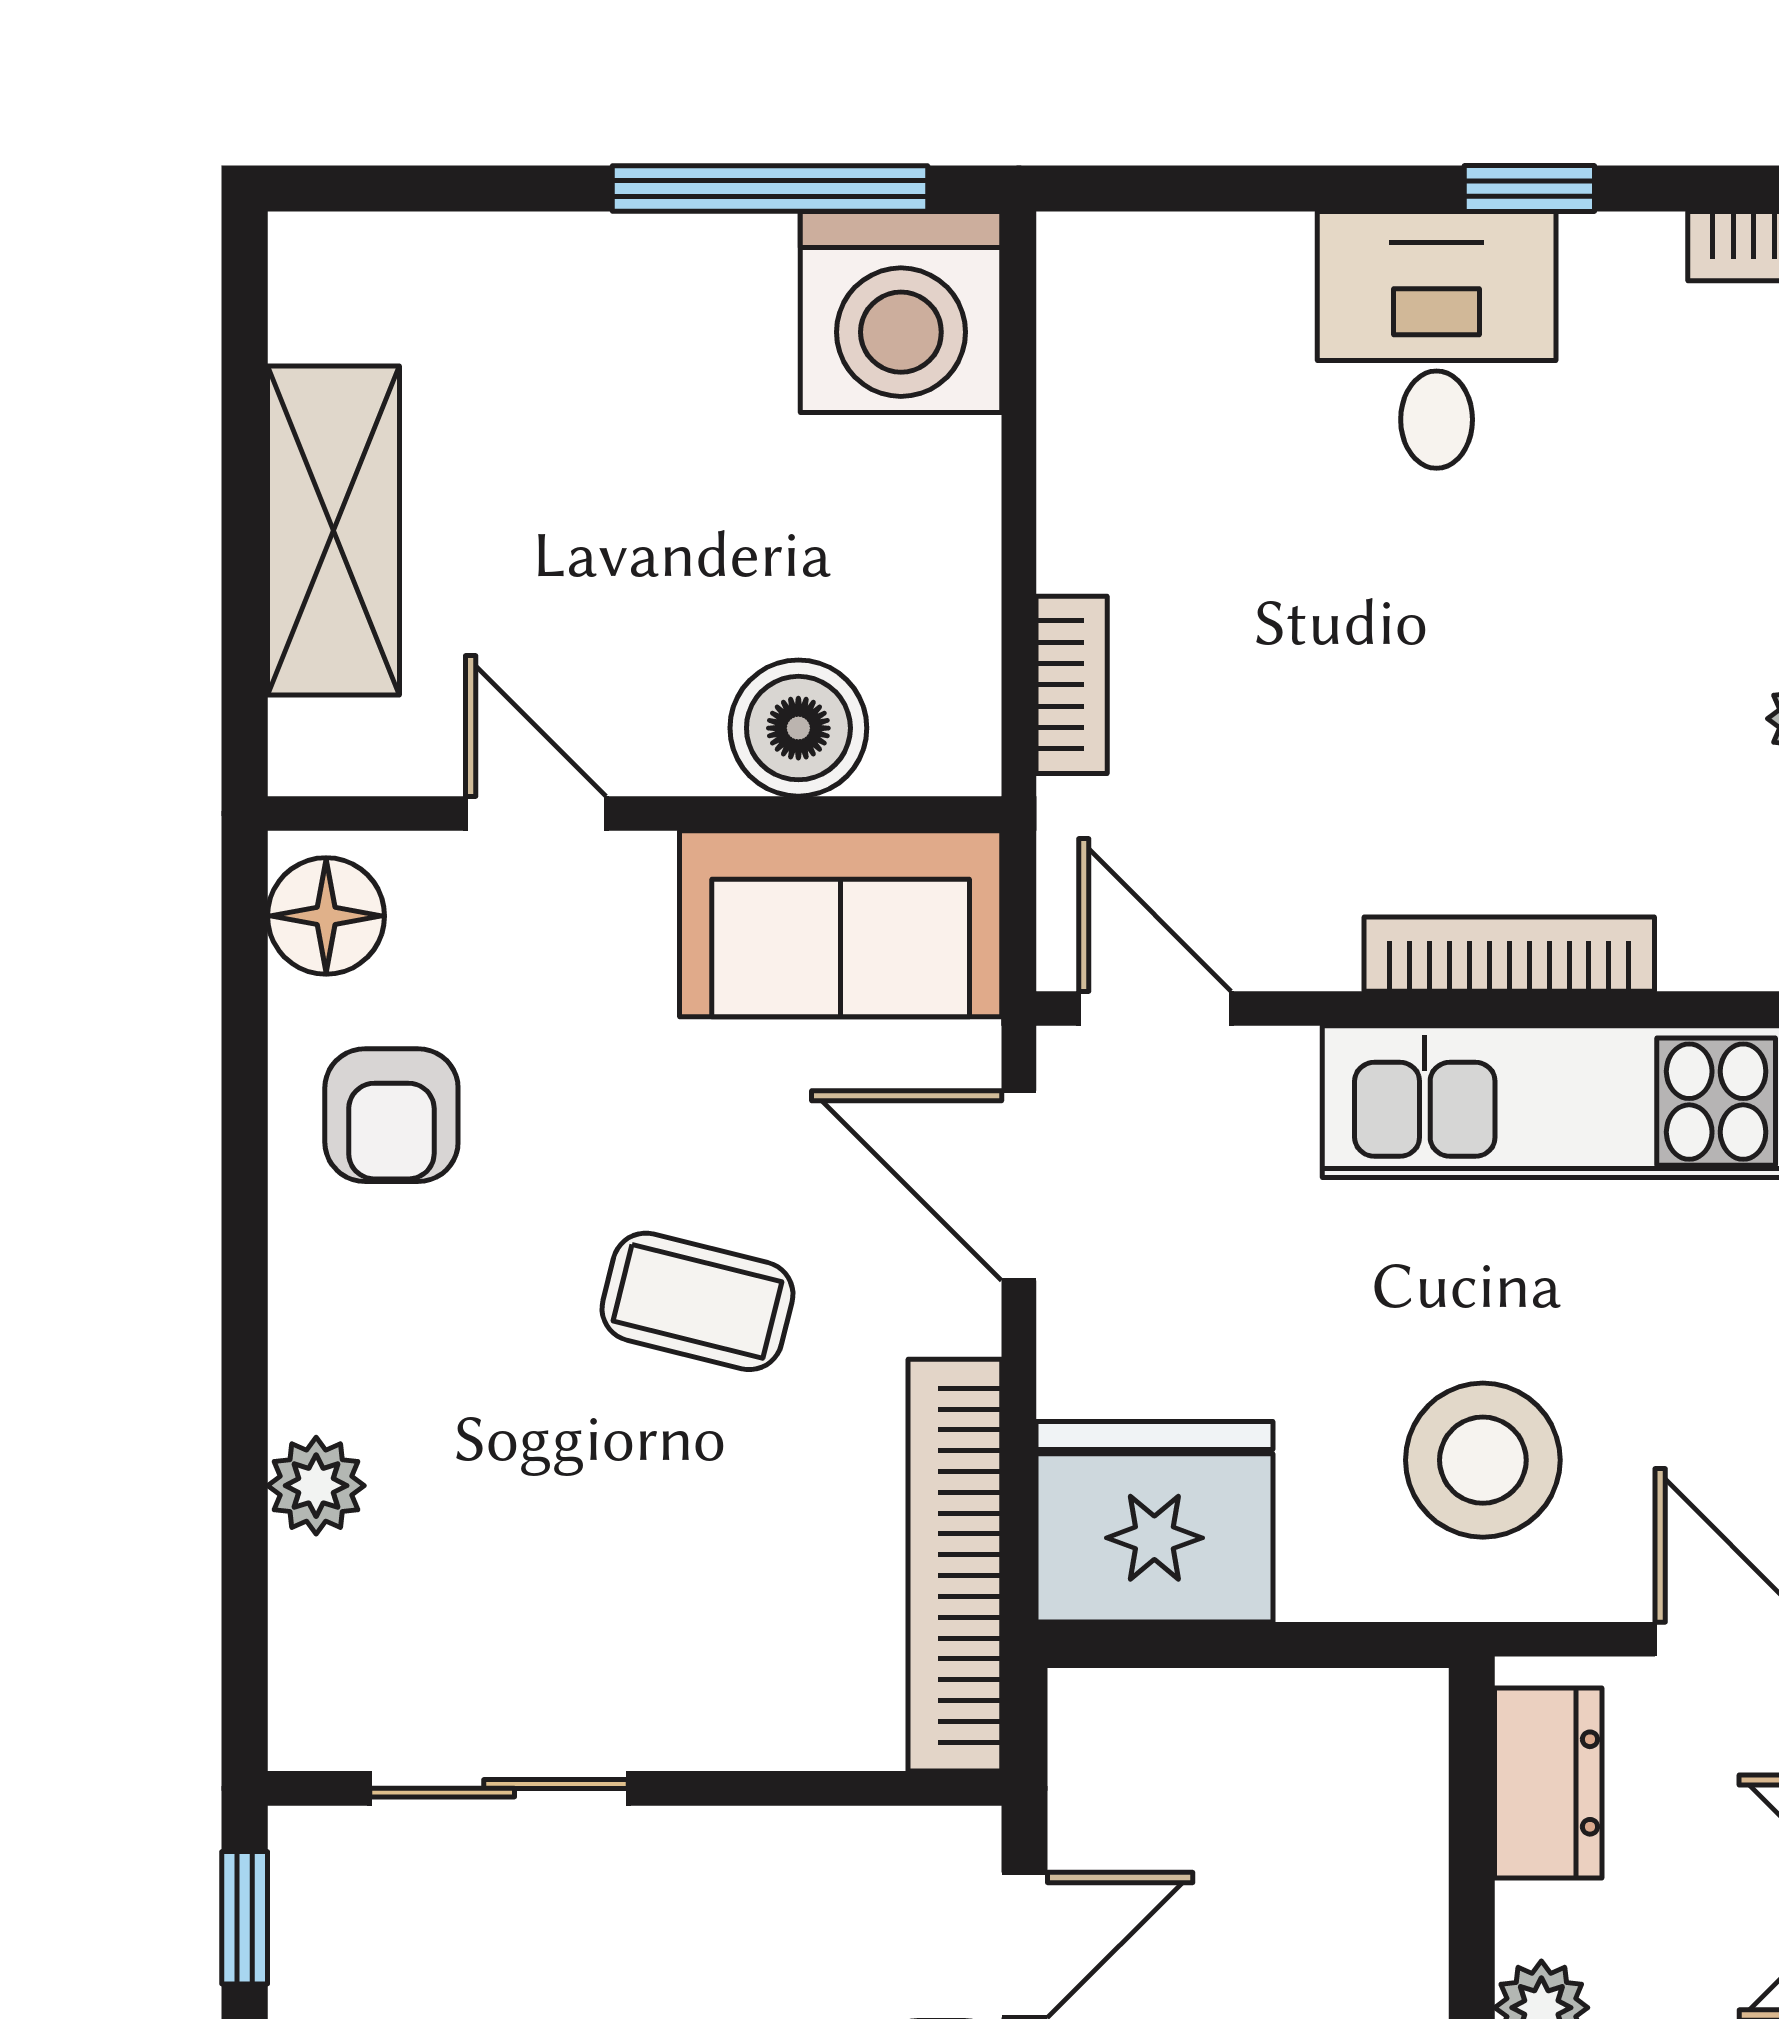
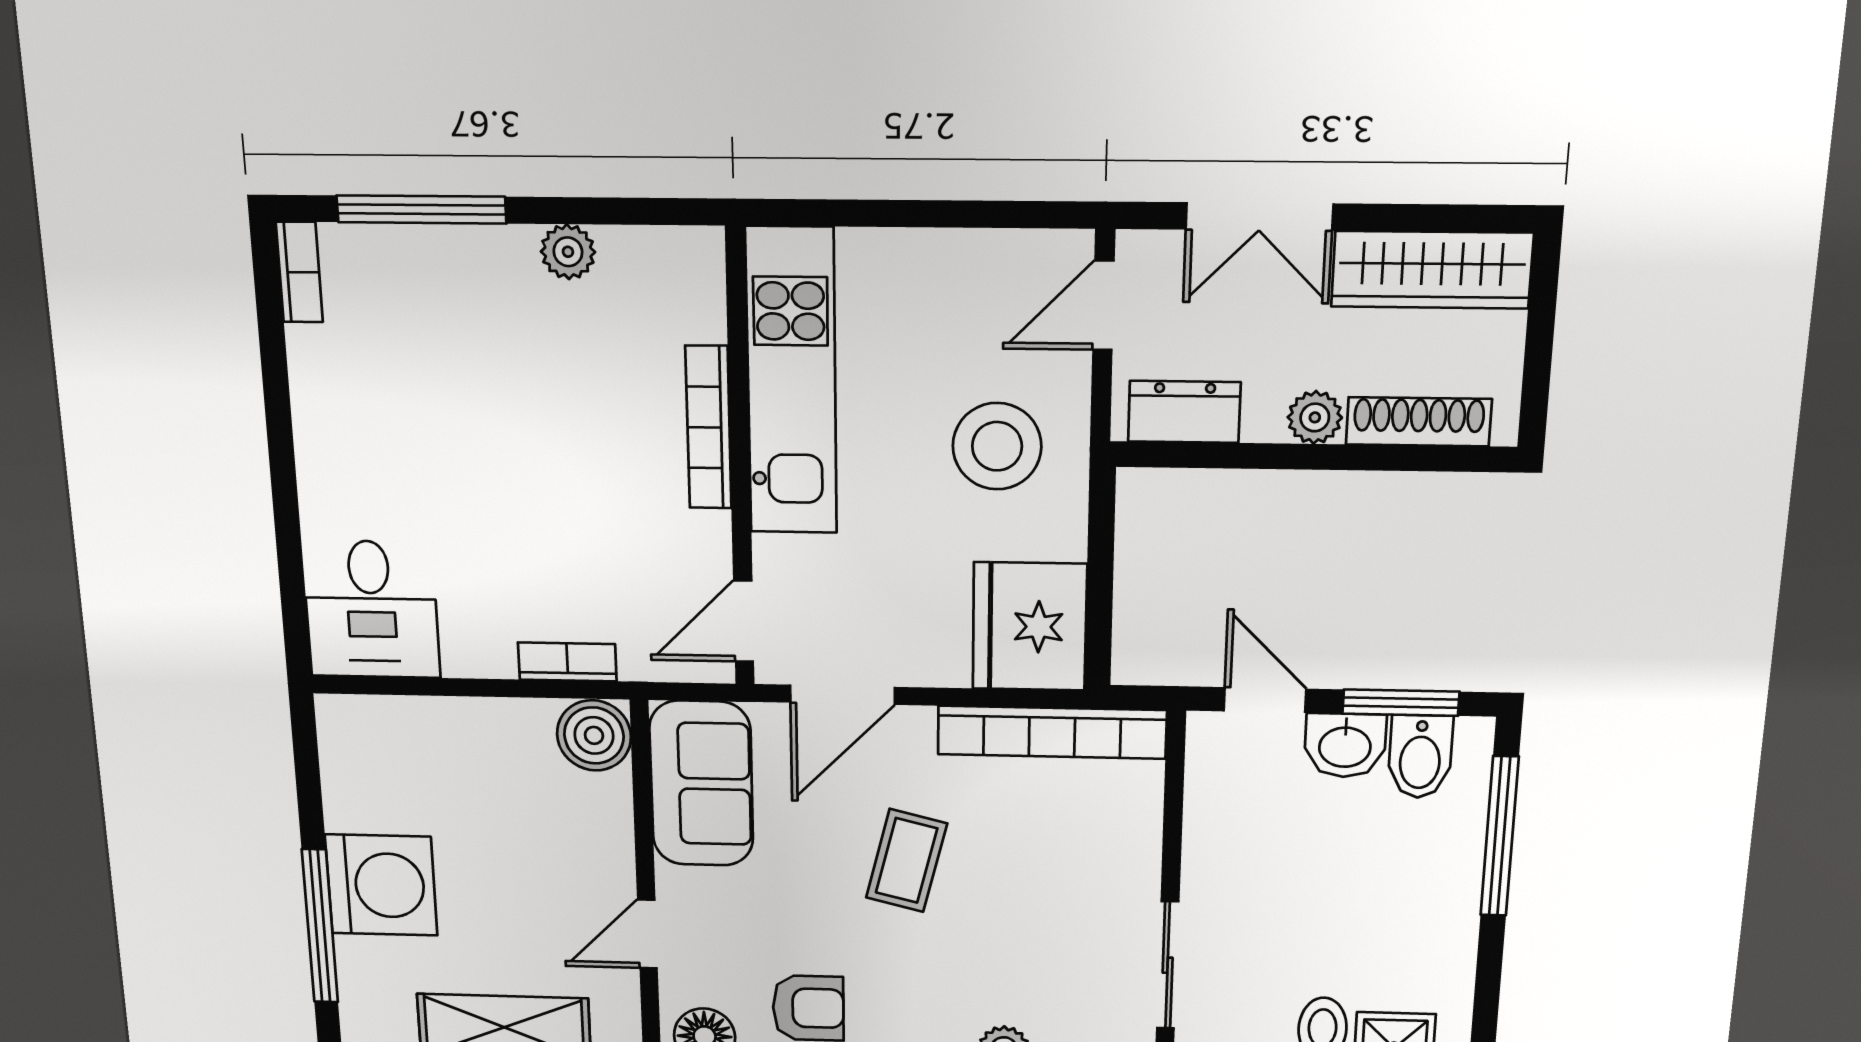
window: (770, 188) -> (320, 926), moved
window: (1529, 188) -> (278, 411), removed
washing machine: (901, 312) -> (381, 885), moved
desk: (1437, 340) -> (371, 609), moved, turned -90
boiler: (798, 728) -> (594, 735), moved

